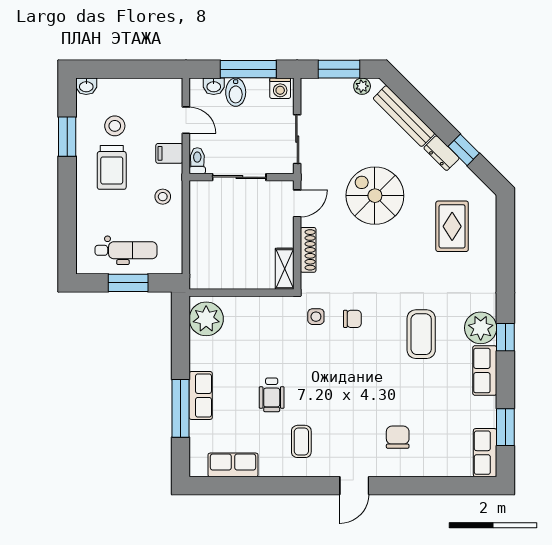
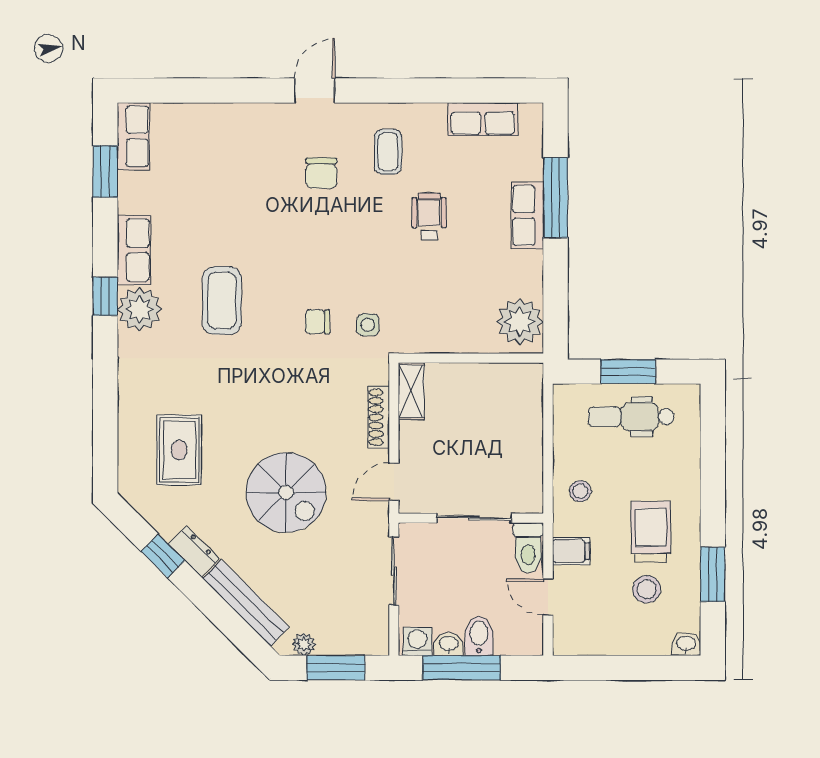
washbasin: (214, 86) -> (449, 644), moved
toilet: (197, 161) -> (528, 548), width x1.37, depth x1.39
chair: (398, 437) -> (321, 173), moved

